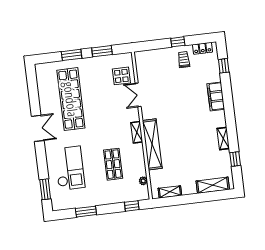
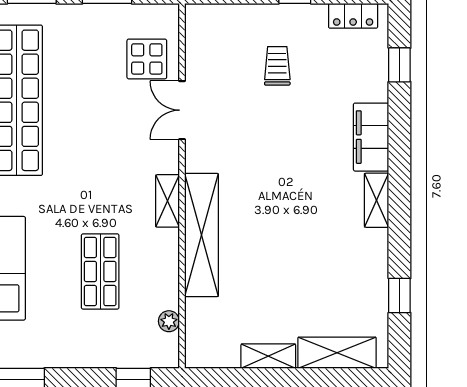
trolley: (184, 60) -> (277, 66), moved
shelving: (223, 139) -> (377, 200), moved
shelving: (170, 192) -> (268, 356), moved

